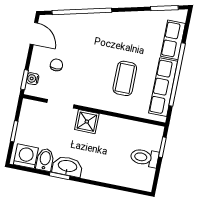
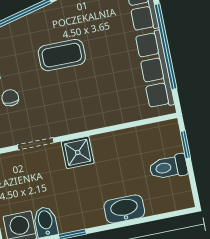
coffee table: (125, 78) -> (62, 55), moved, turned 90
washbasin: (67, 166) -> (124, 209), moved

